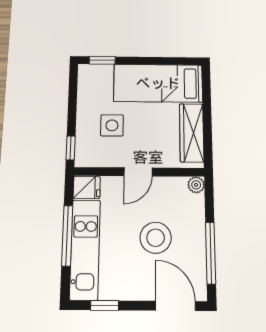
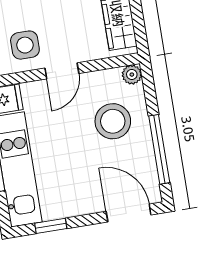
side table: (112, 125) -> (25, 45), moved
stool: (156, 238) -> (113, 121), moved

